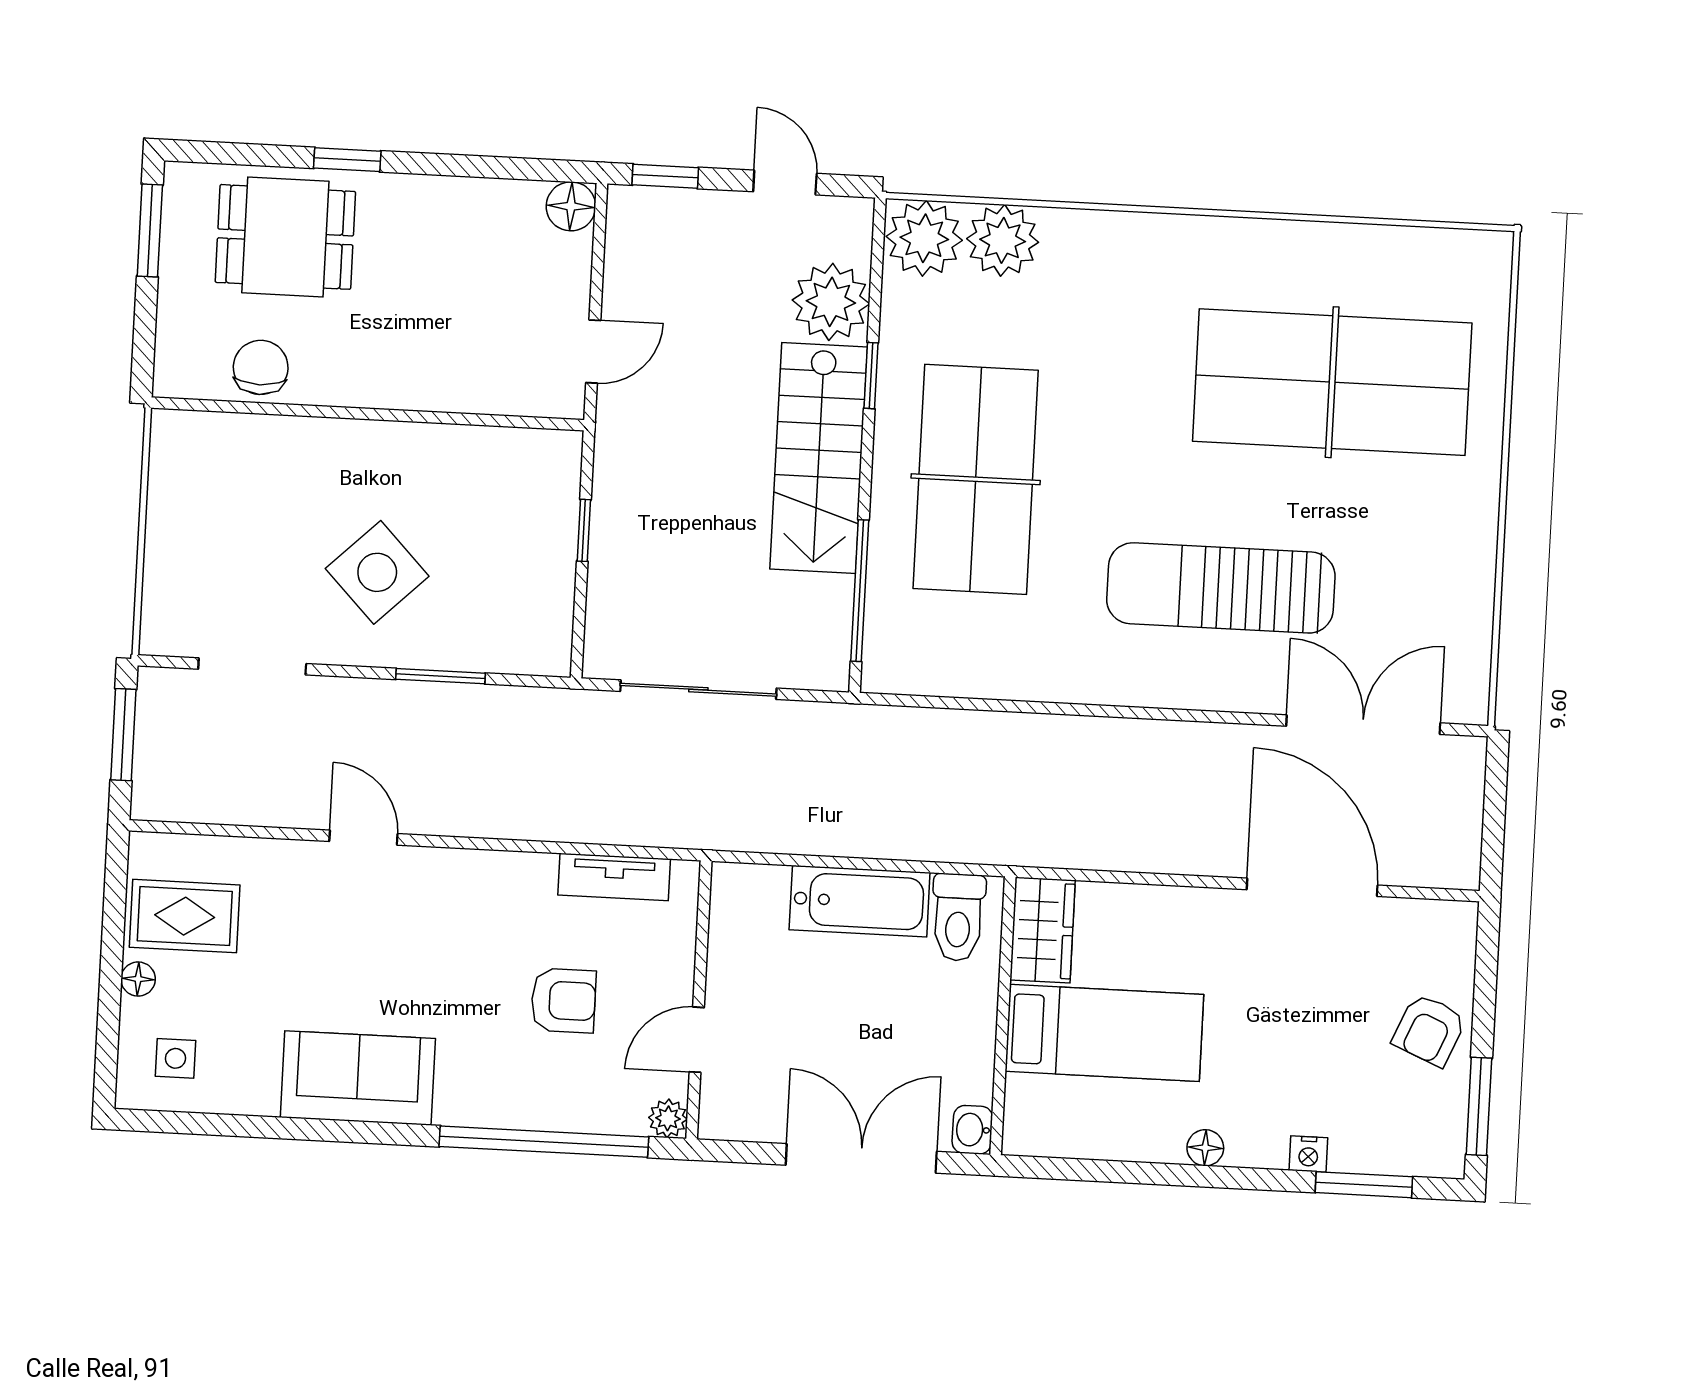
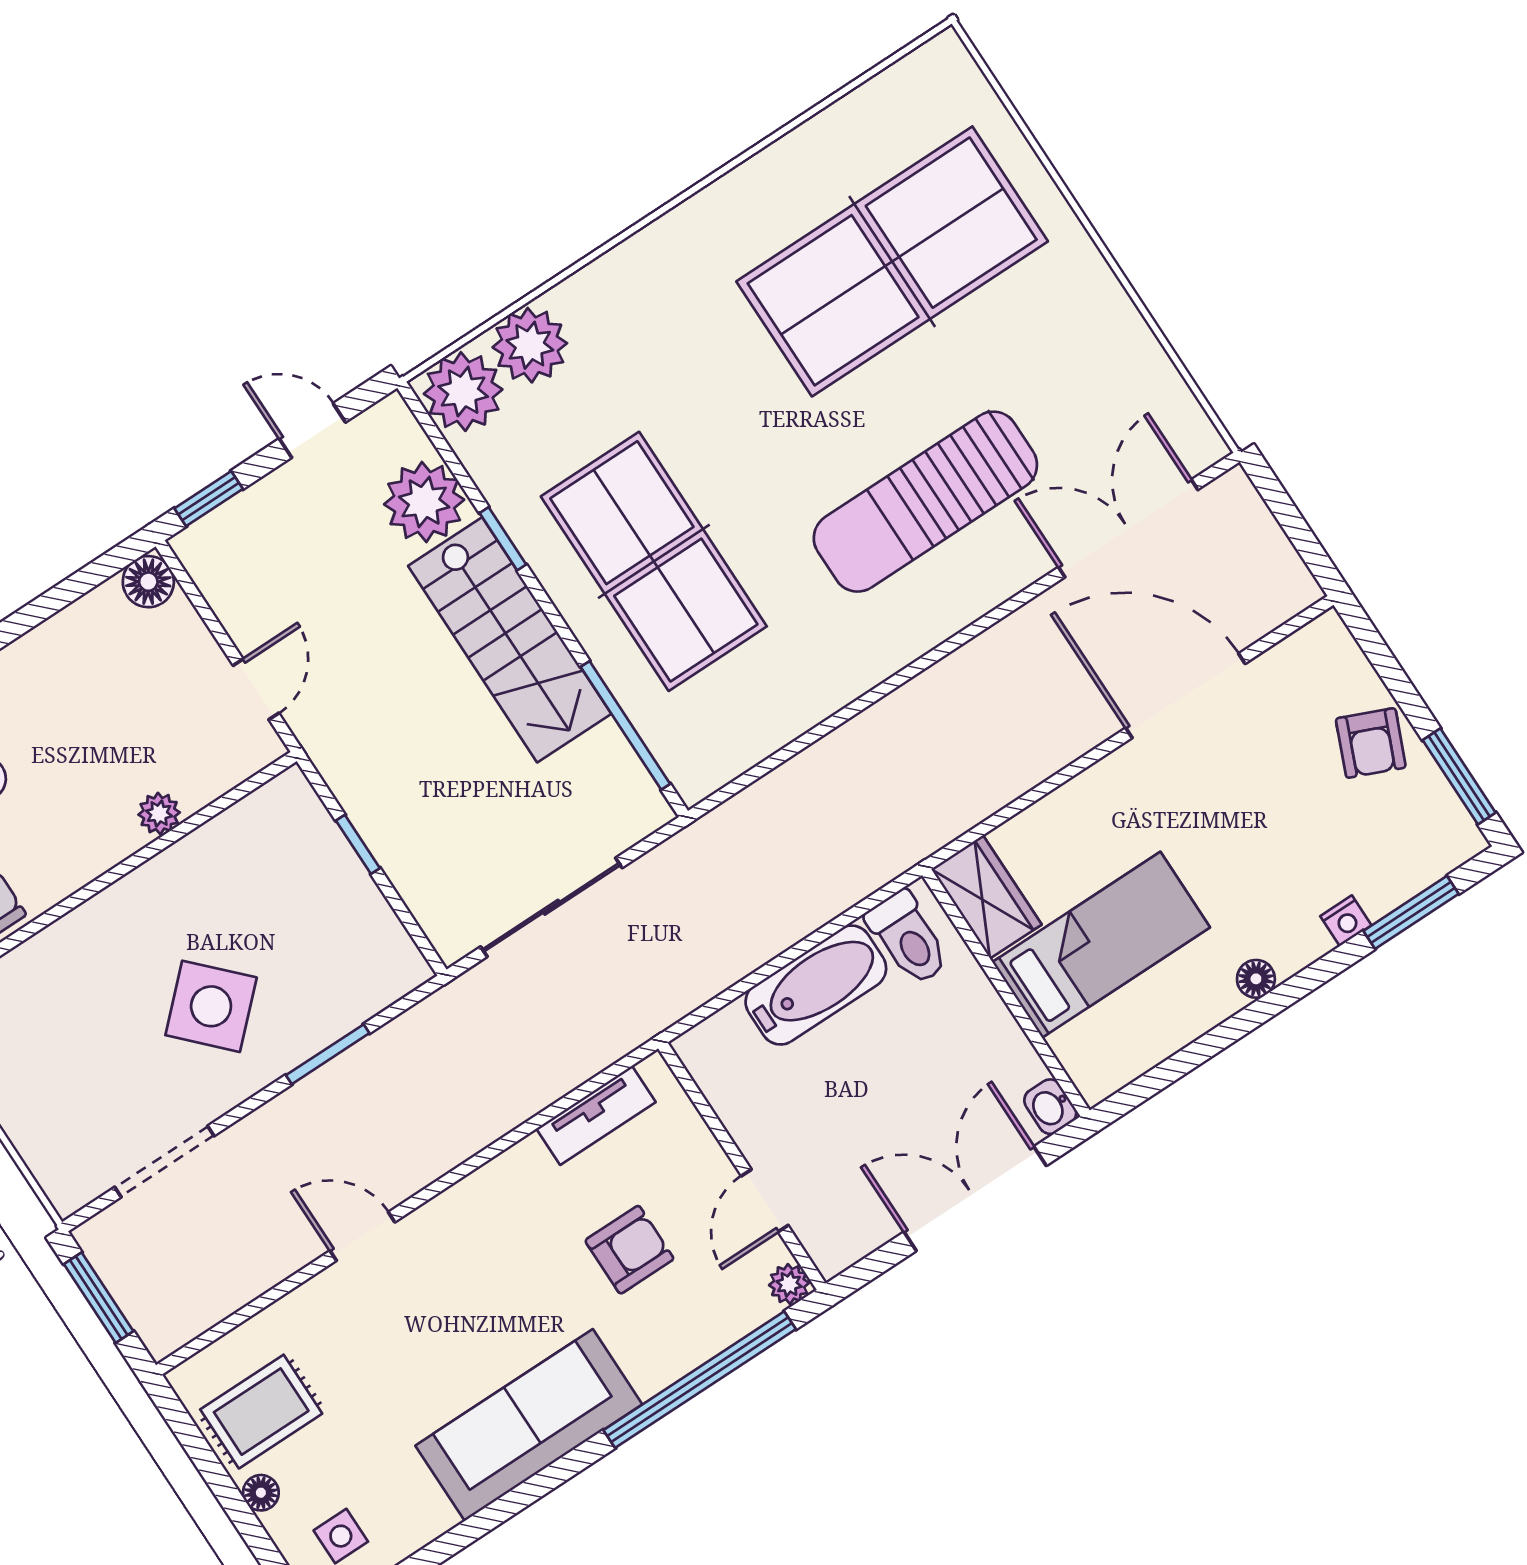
plant: (447, 393) -> (159, 814), added
sofa: (358, 1078) -> (529, 1425), width x1.36

